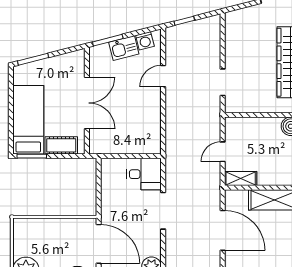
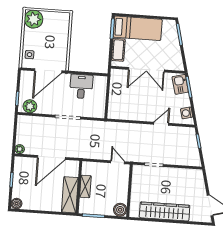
kitchen sink: (124, 48) -> (180, 84), moved
door: (163, 76) -> (161, 124), hinge flipped
door: (223, 152) -> (118, 162), moved
desk: (144, 174) -> (81, 86), moved, turned 180
shelving: (241, 178) -> (85, 186), moved

